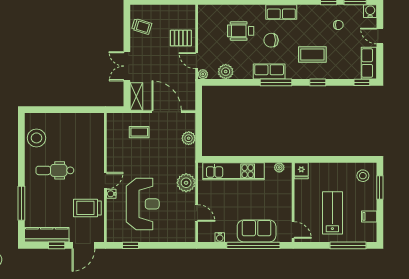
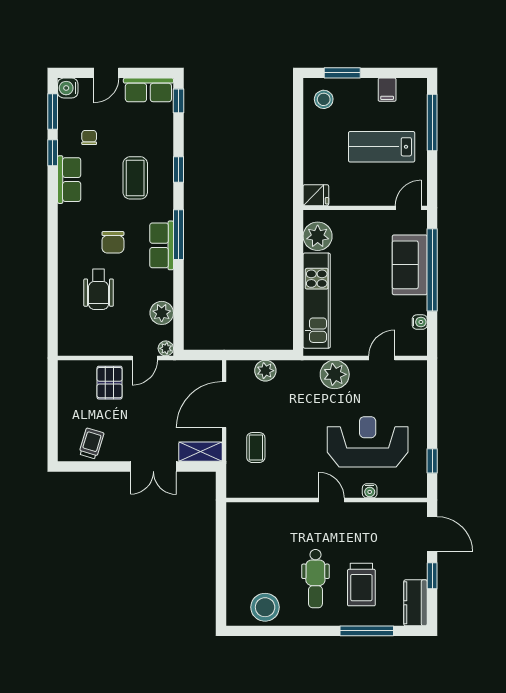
row of seats: (281, 12) -> (69, 180), moved
plant: (279, 167) -> (318, 236), width x1.88, depth x1.88
water cooler: (111, 194) -> (370, 491), moved
trolley: (87, 208) -> (361, 585), moved
kitchen counter: (47, 235) -> (415, 603), width x0.67

